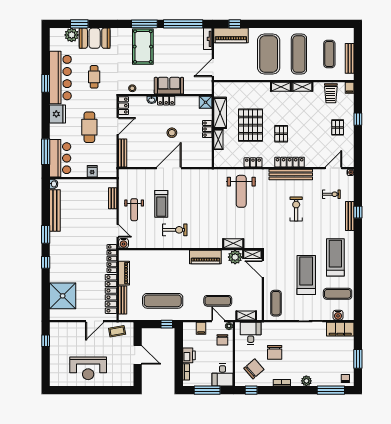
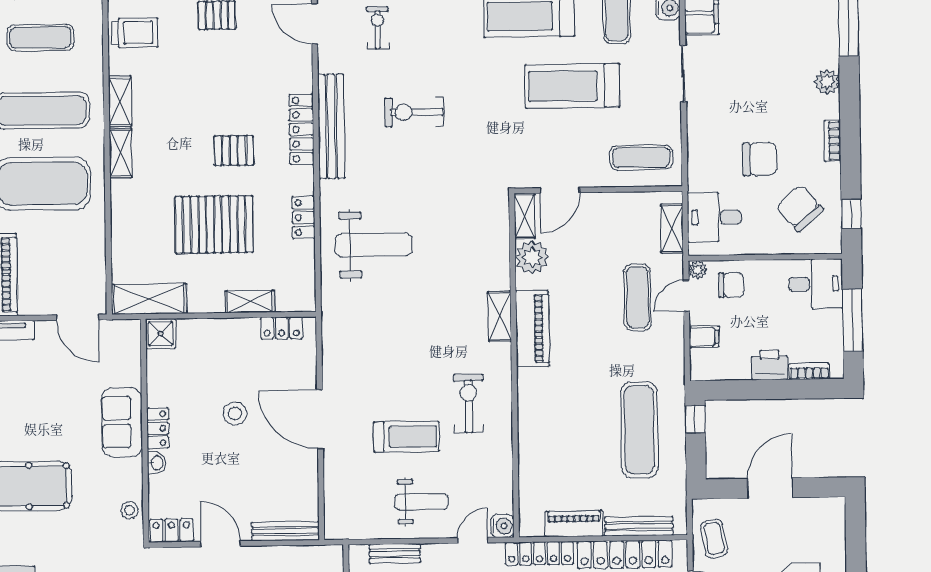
shelving: (220, 113) -> (149, 299), moved
locker: (207, 129) -> (282, 328), moved
shelving: (233, 243) -> (500, 316), moved

